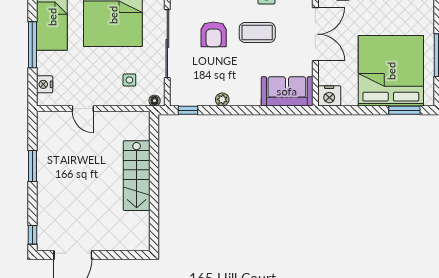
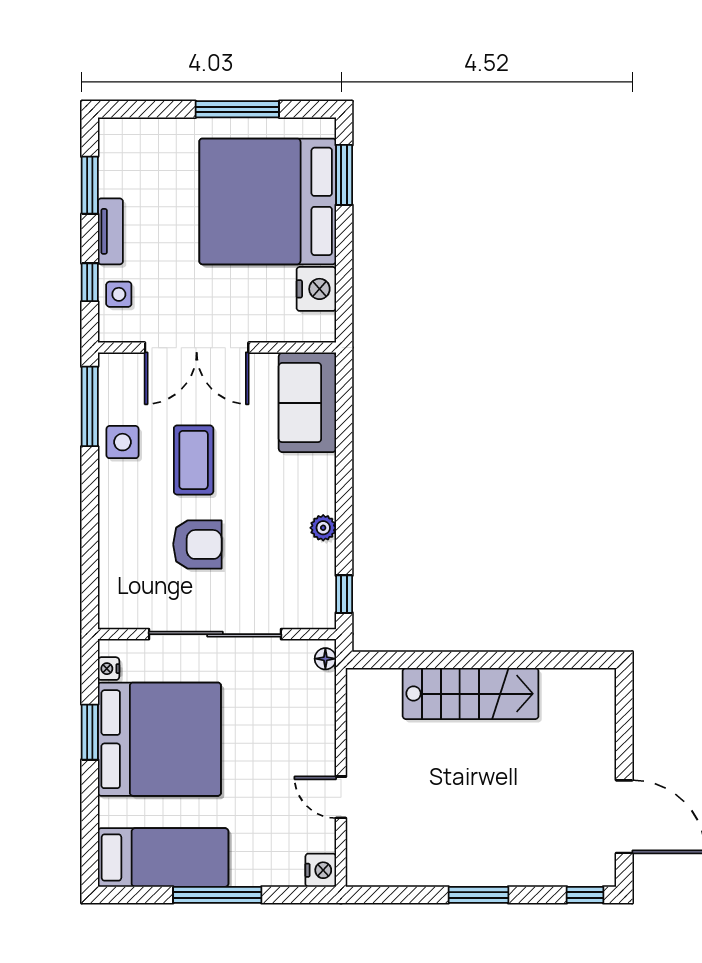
double door: (315, 34) -> (197, 348), swing flipped
side table: (129, 80) -> (285, 707), removed
nightstand: (45, 84) -> (321, 870), moved, turned -90
nightstand: (329, 96) -> (316, 289), moved
door: (83, 109) -> (341, 797), swing flipped
window: (32, 166) -> (478, 895), moved

